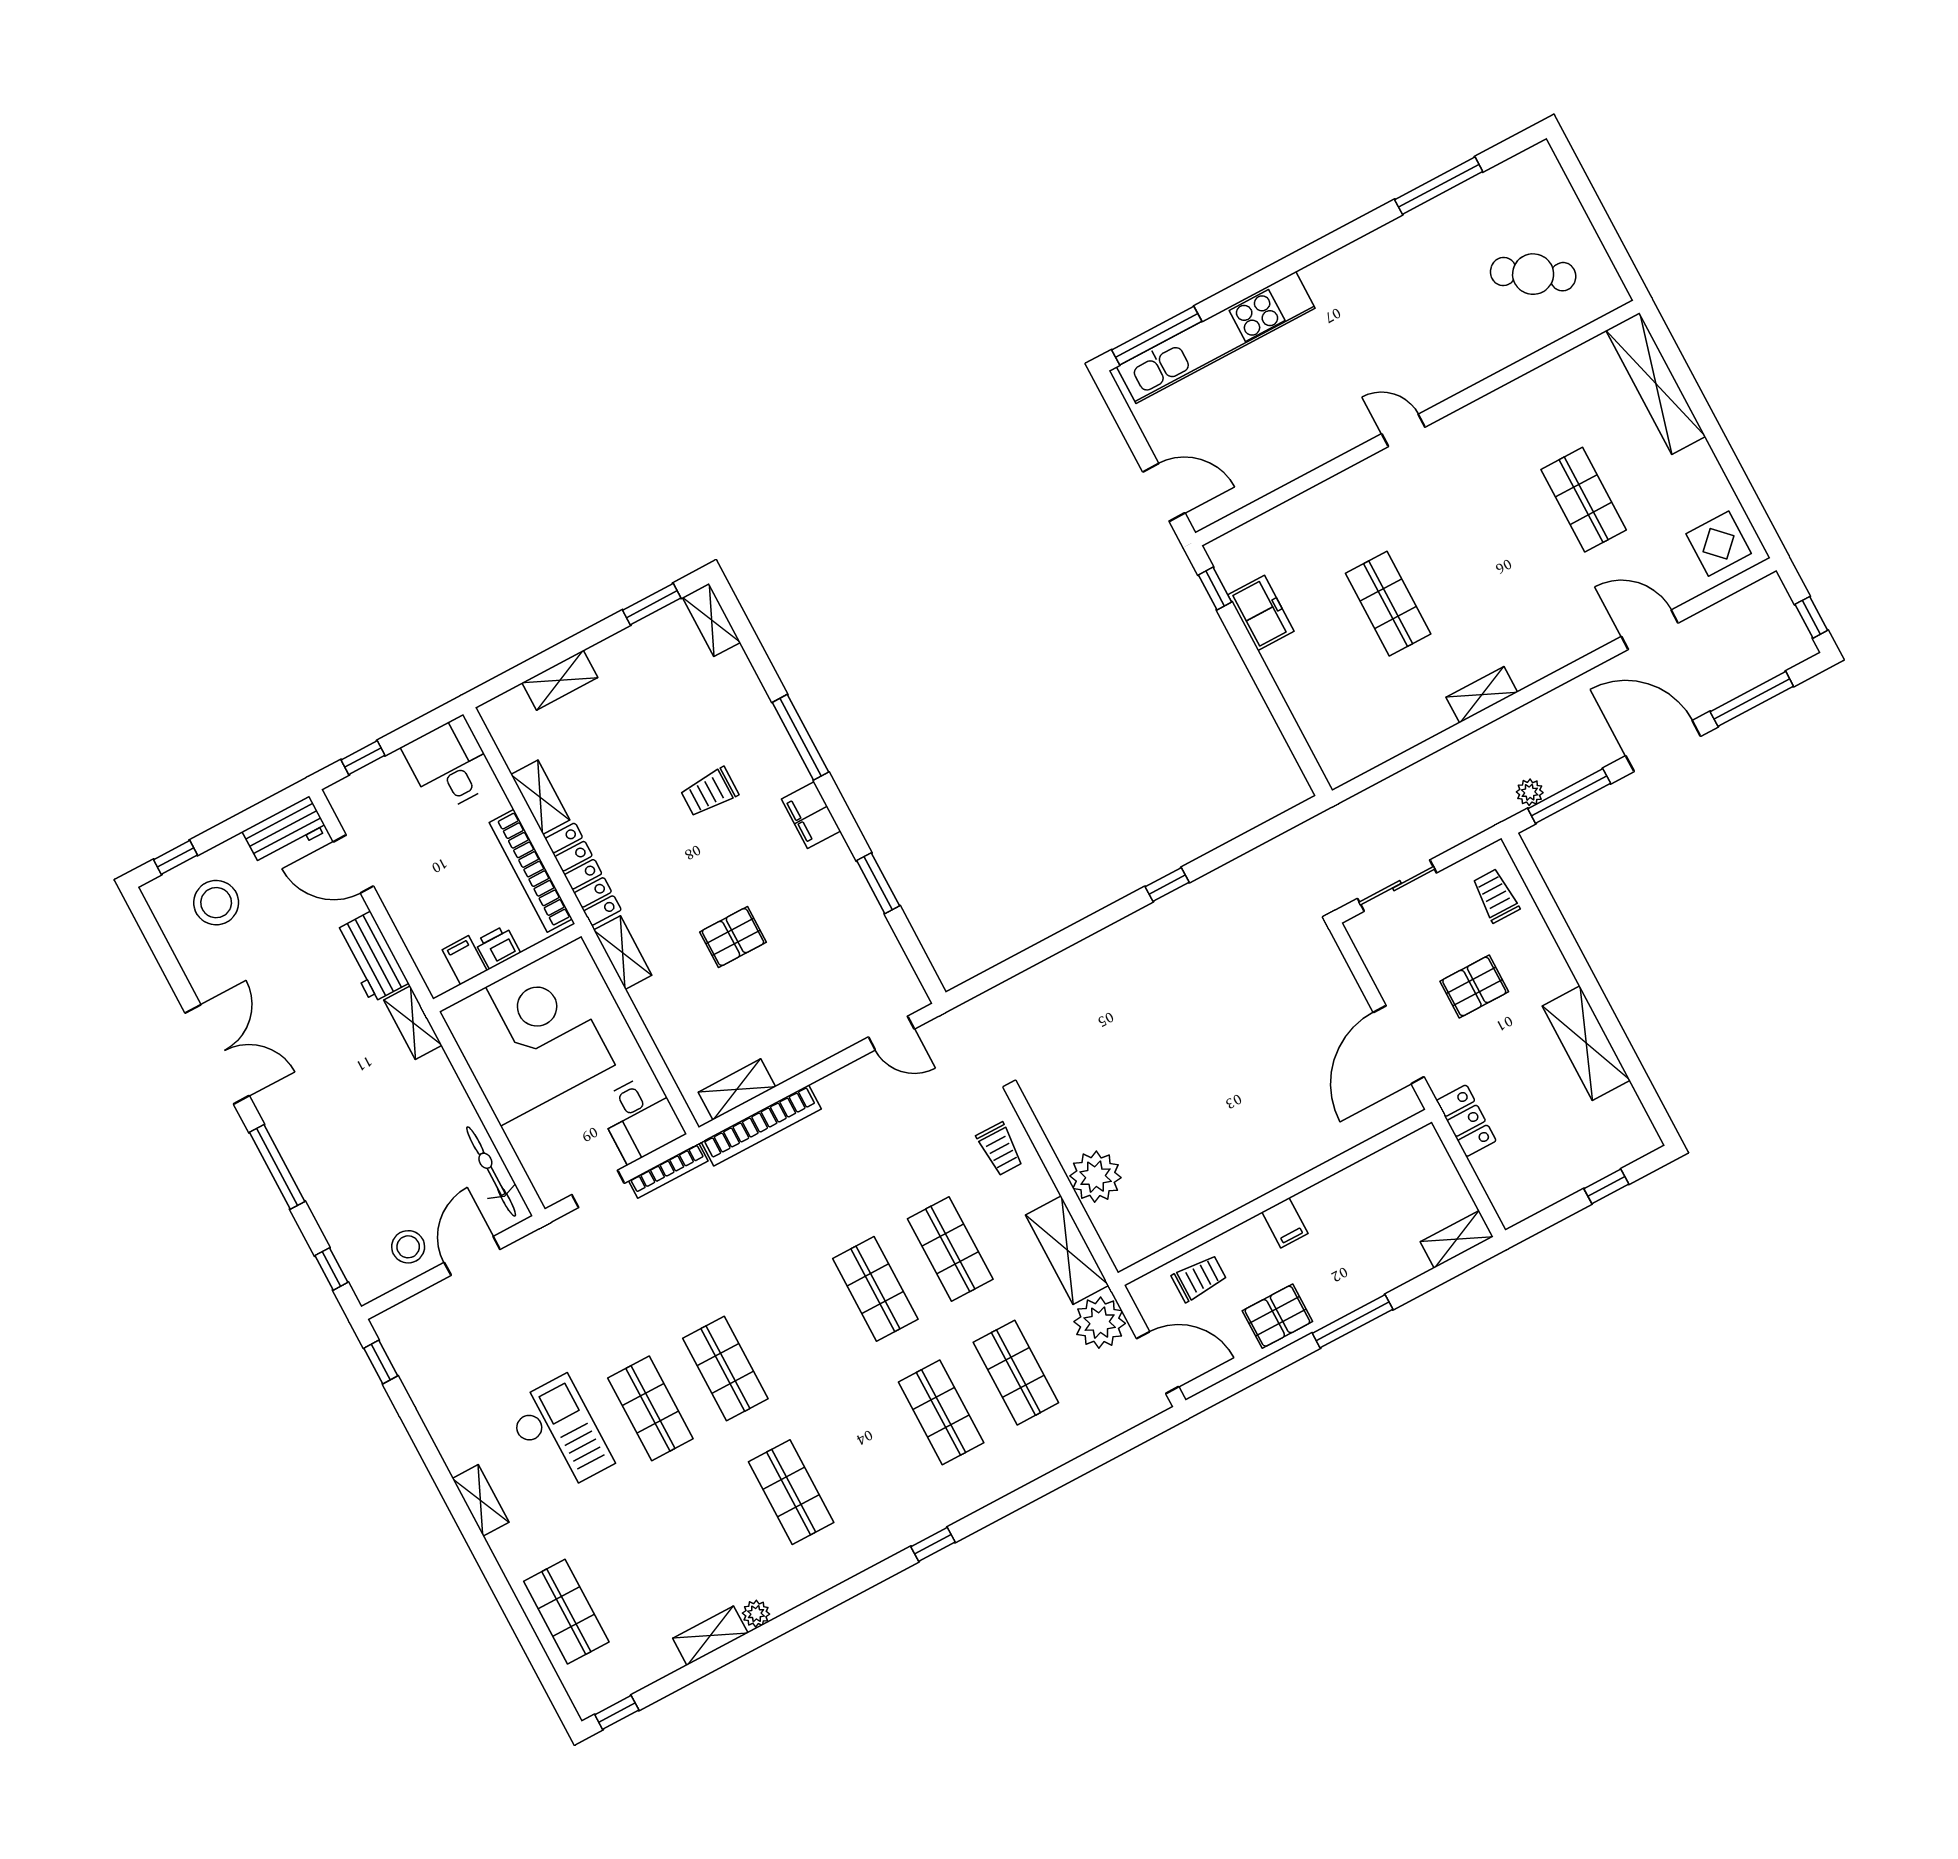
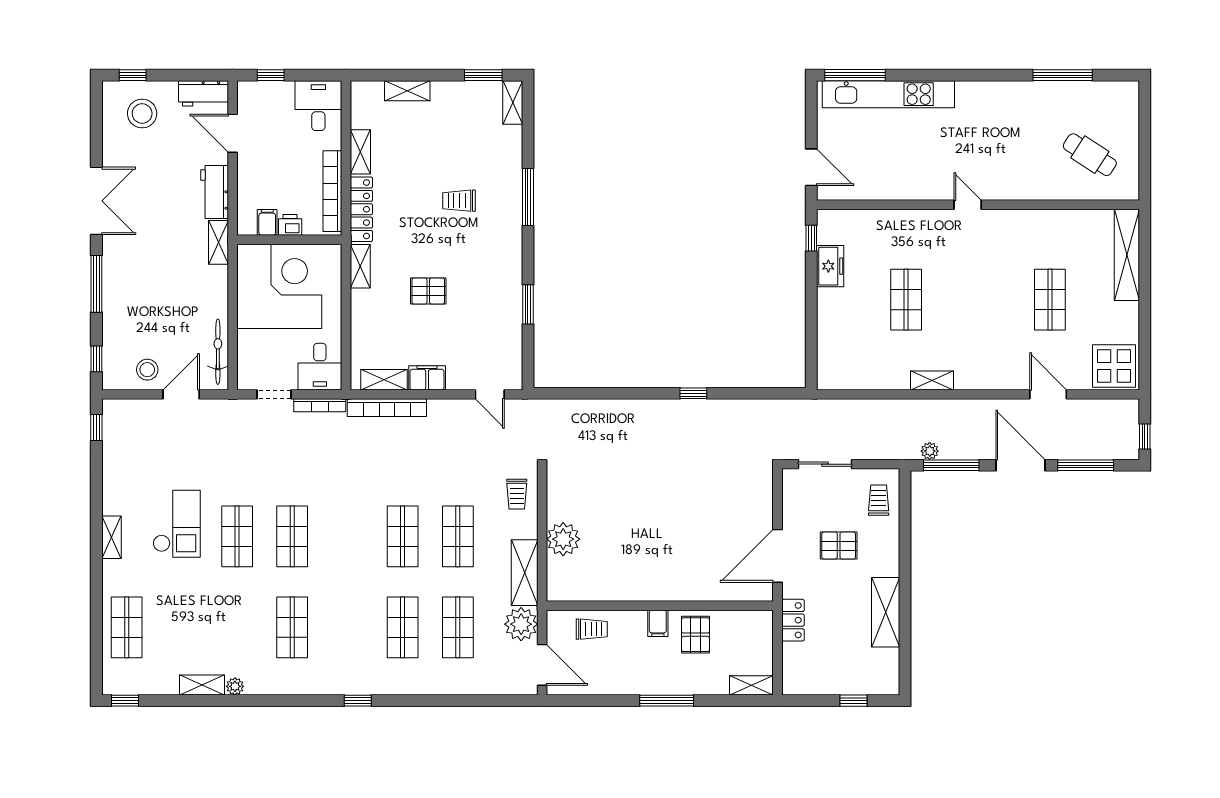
display table: (1719, 544) -> (1114, 366), width x1.36, depth x1.36
filing cabinet: (811, 815) -> (427, 378), moved, turned 90
pallet: (1277, 1316) -> (696, 635), moved, turned 90

